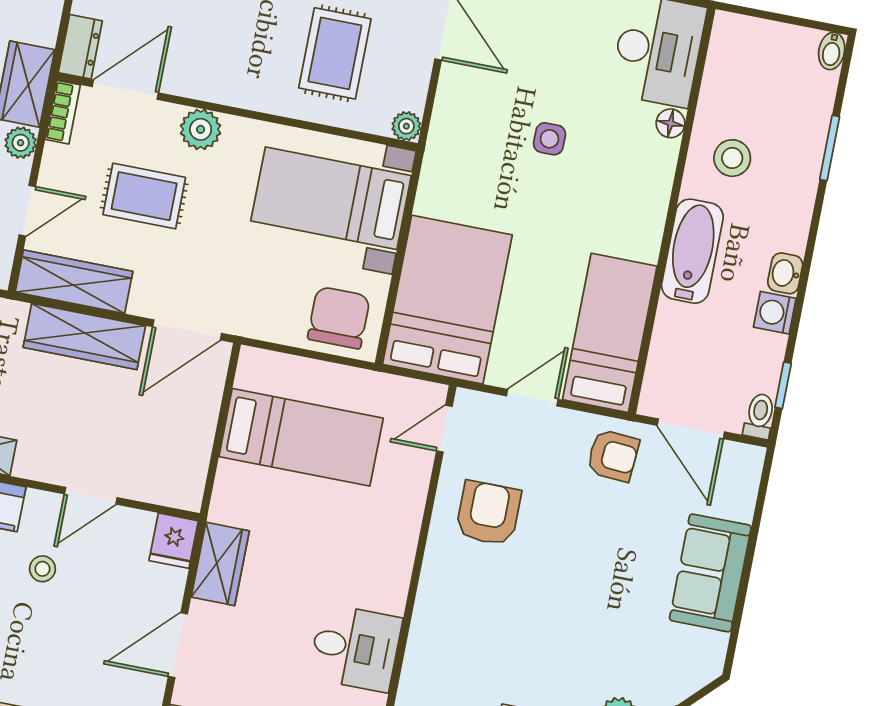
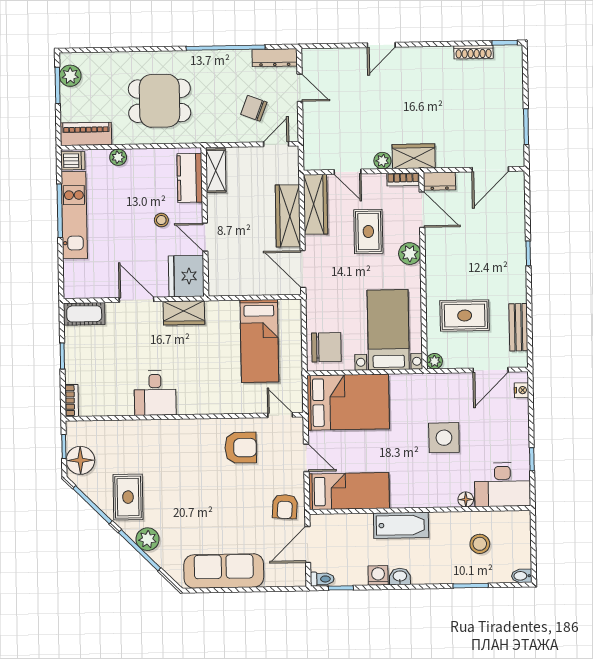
side table: (550, 139) -> (444, 438), width x1.87, depth x1.87
stool: (732, 158) -> (480, 544), moved
fridge: (174, 541) -> (186, 276), width x1.88, depth x1.34
sofa: (710, 573) -> (224, 571), width x1.36

